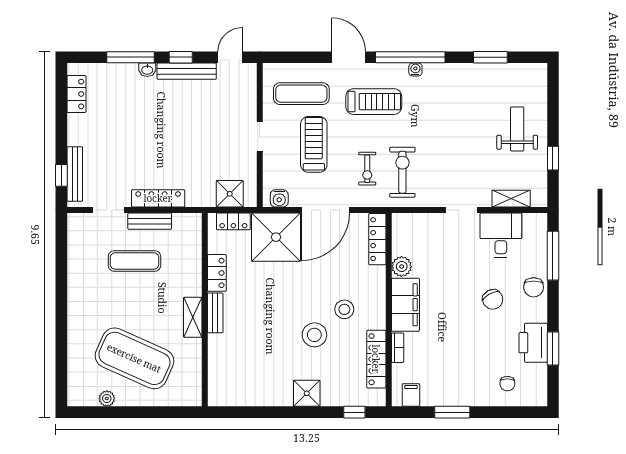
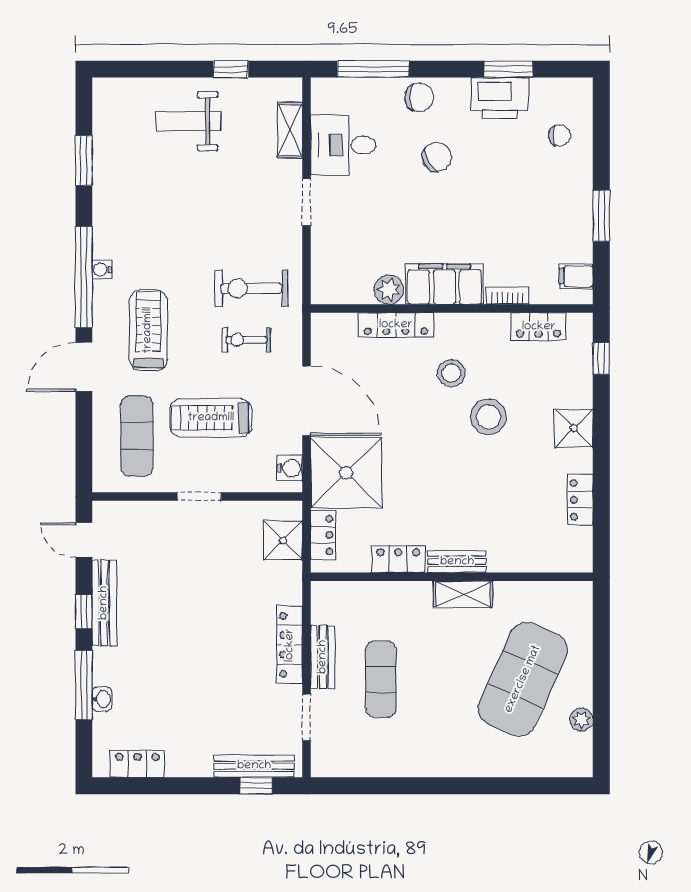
washbasin: (147, 70) -> (102, 699), moved
exercise bike: (367, 169) -> (246, 340), turned 180
locker: (377, 239) -> (396, 325), moved
locker: (376, 359) -> (539, 327), width x0.66
locker: (258, 398) -> (580, 500), added

